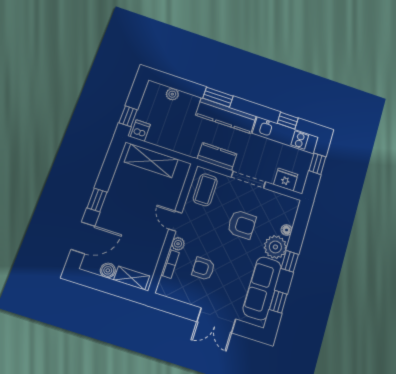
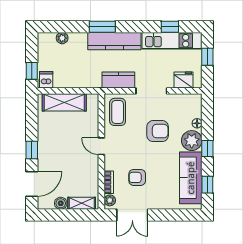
plant: (178, 244) -> (110, 200), moved
double door: (216, 320) -> (132, 215), moved

